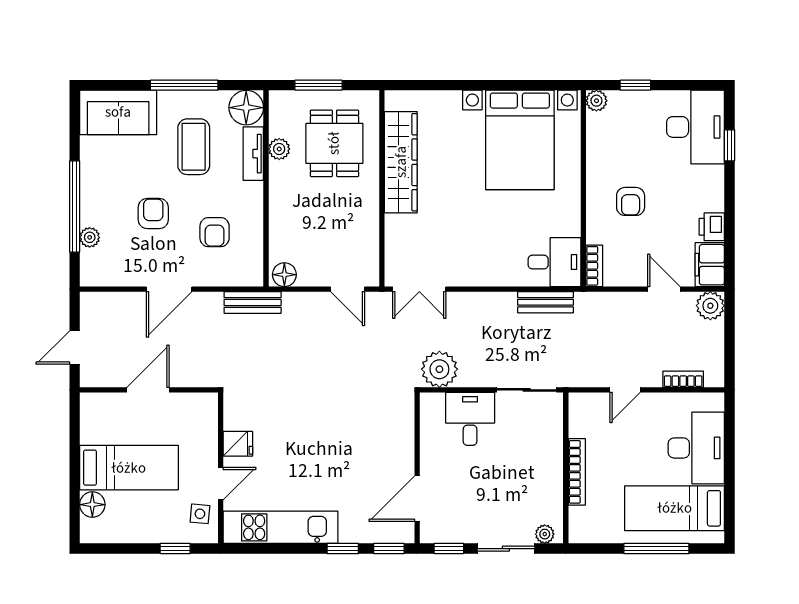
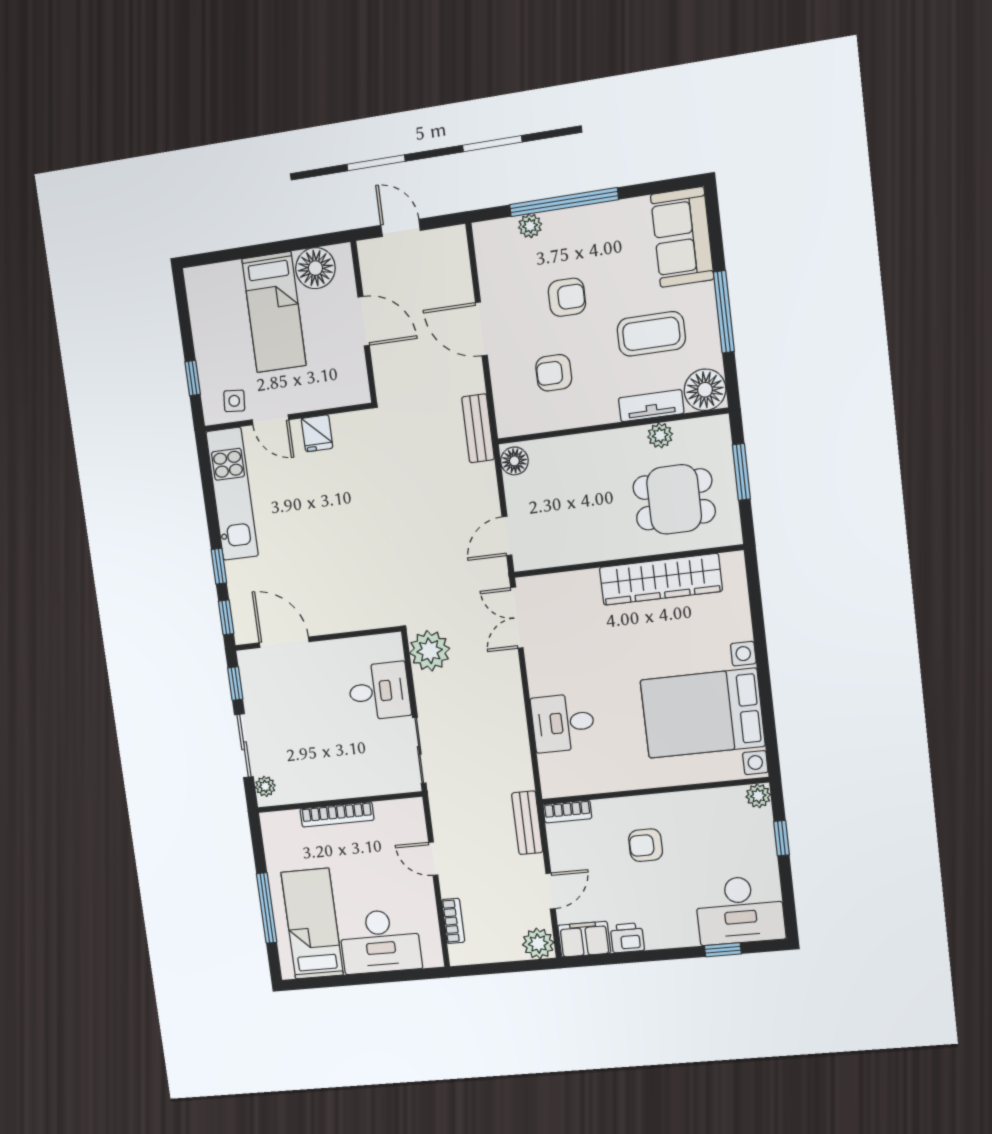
desk: (554, 262) -> (563, 723), moved, turned 90
bench: (546, 302) -> (527, 823), moved
floor lamp: (92, 505) -> (315, 268), moved, width x1.38, depth x1.38

